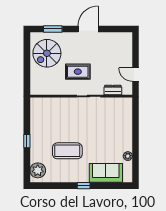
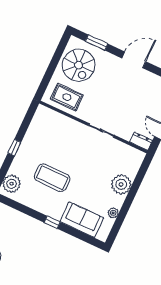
spiral stairs: (47, 53) -> (79, 65), turned -90
rug: (78, 72) -> (67, 97), moved
dresser: (113, 90) -> (141, 141), moved
plant: (124, 131) -> (121, 184), added

